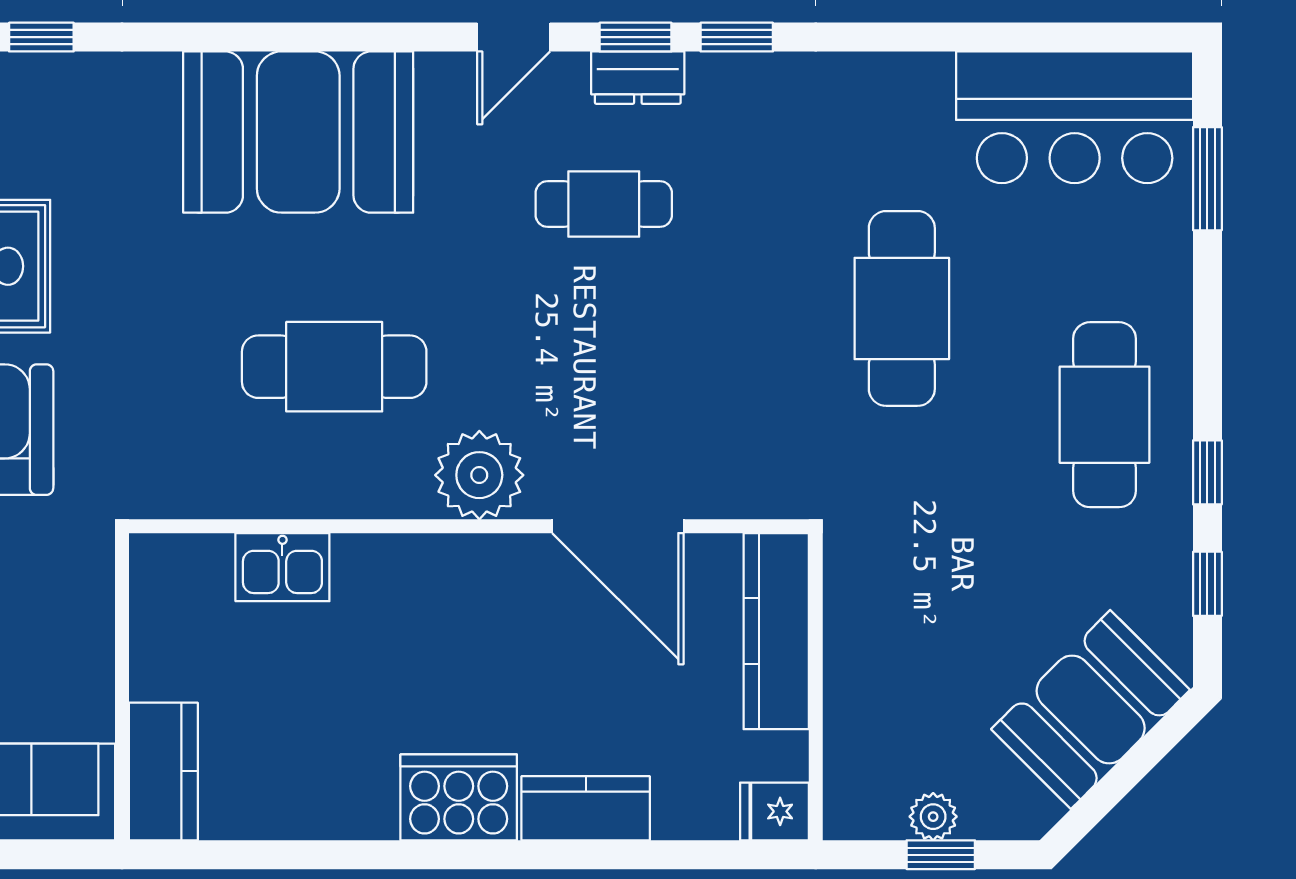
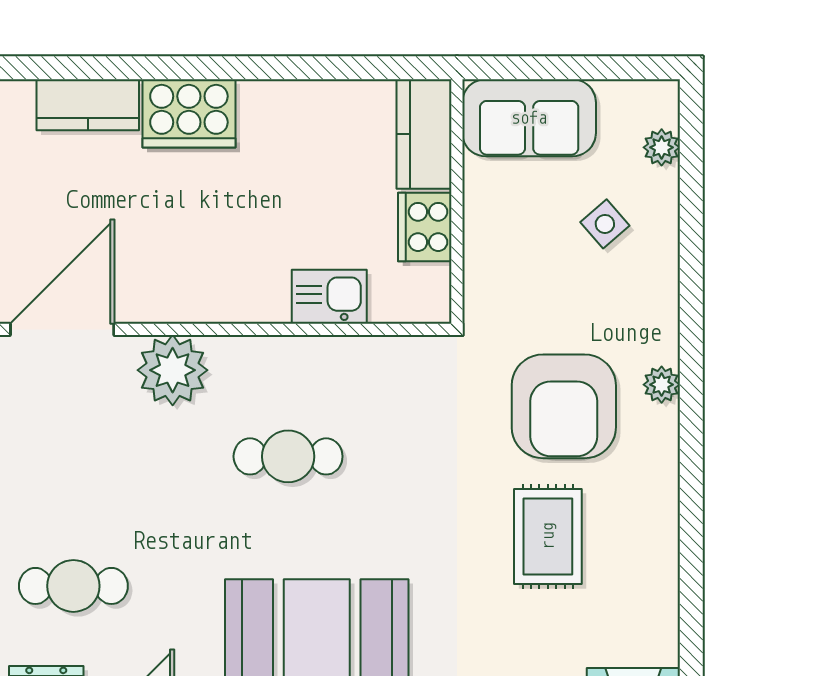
cafe table: (334, 367) -> (288, 456), width x0.73, depth x0.74
door: (618, 526) -> (62, 329), hinge flipped
cooker: (162, 655) -> (425, 227), added

